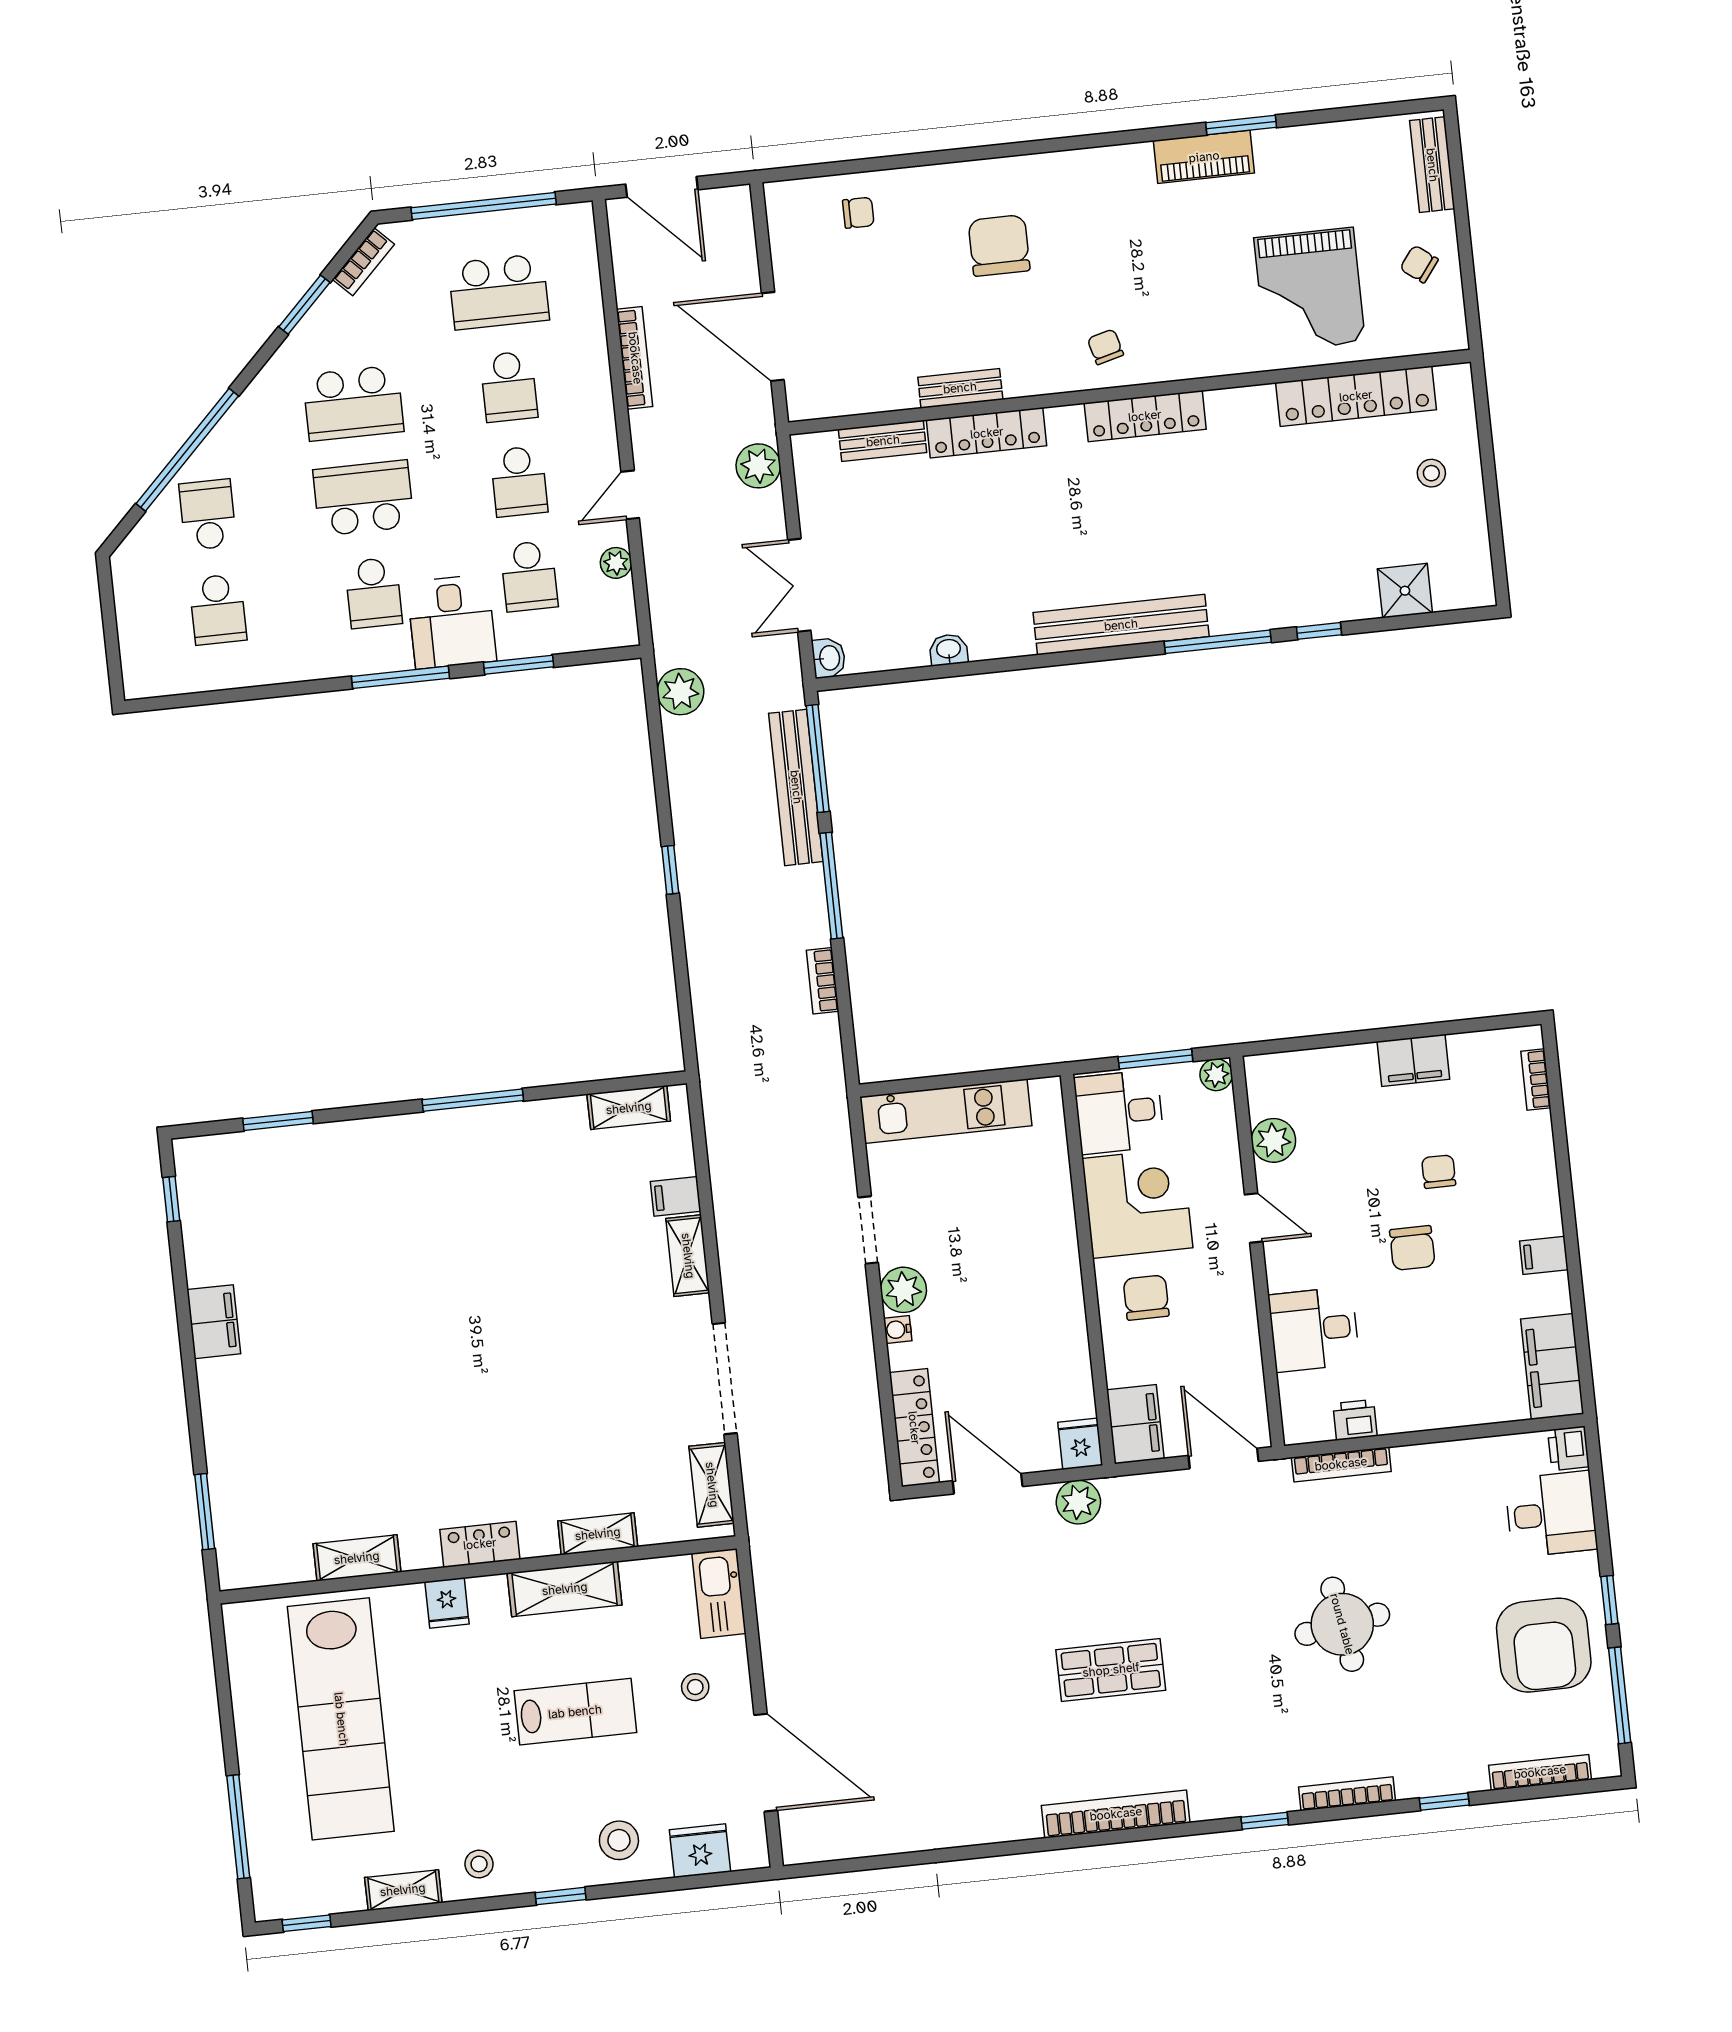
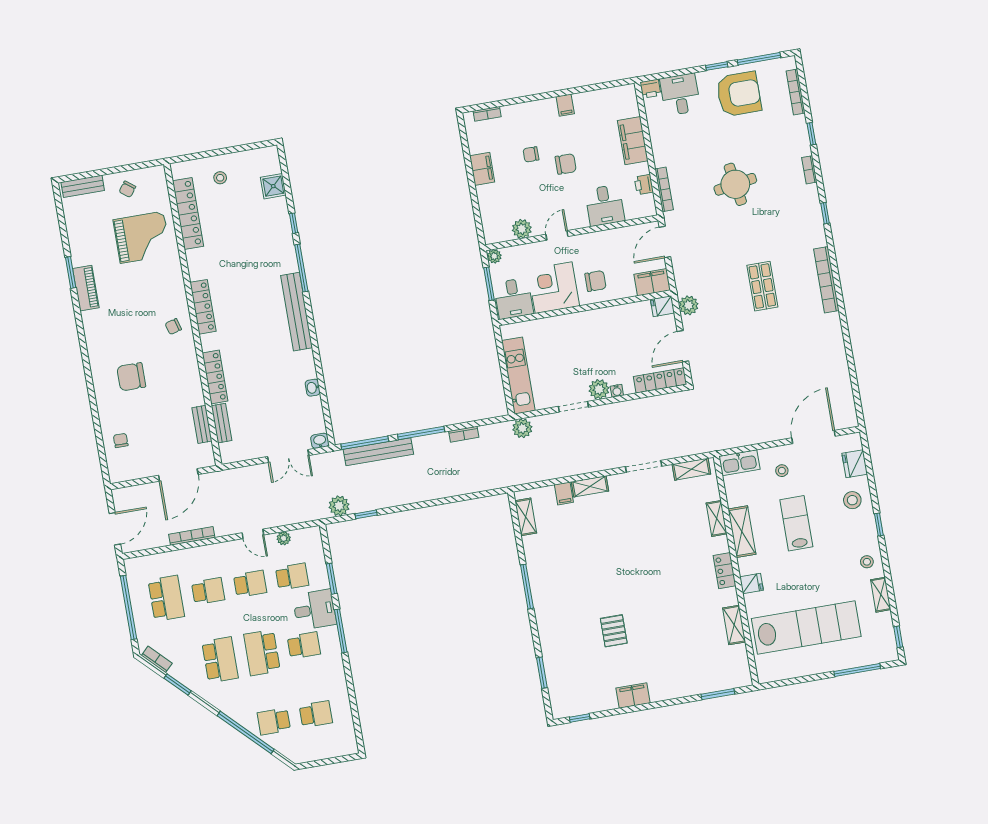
bench: (960, 388) -> (202, 424), moved
plant: (758, 466) -> (522, 428), moved
window: (670, 870) -> (366, 514), moved
pallet: (361, 1288) -> (614, 631), added
chair: (1146, 1298) -> (595, 281), turned 180
filing cabinet: (1552, 1366) -> (633, 141), moved, turned 90
doorway: (725, 1378) -> (644, 466), width x0.73
bookcase: (1347, 1794) -> (809, 170), width x0.64

